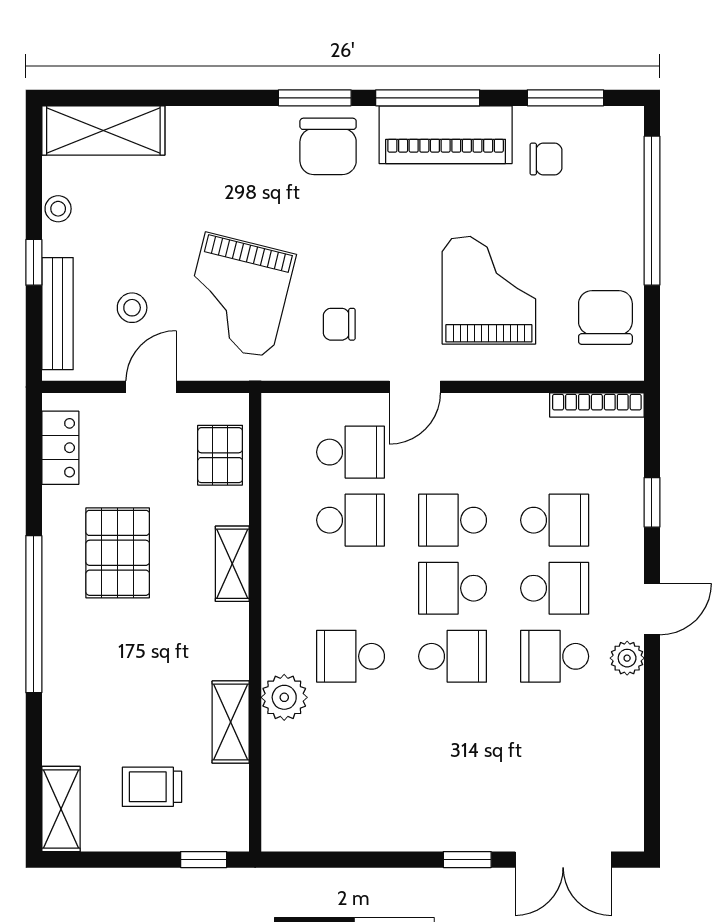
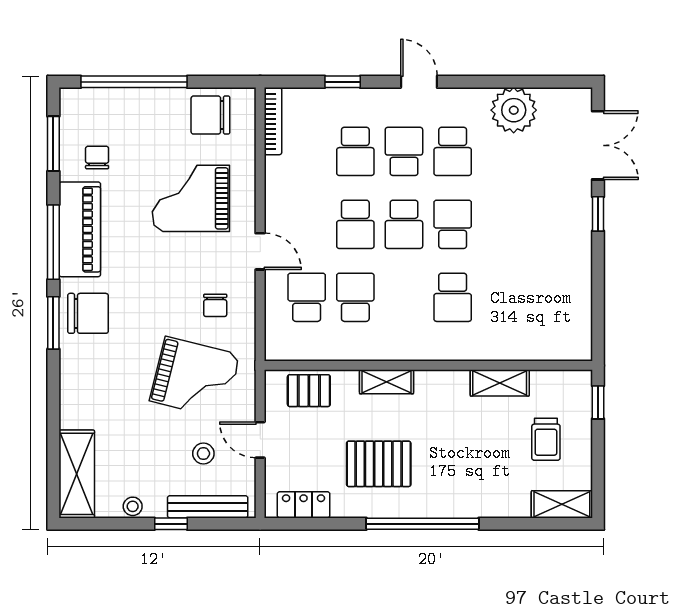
school desk: (555, 520) -> (355, 151), turned 180
plant: (627, 658) -> (514, 110), moved, width x1.88, depth x1.88
plant: (284, 697) -> (482, 345), removed

